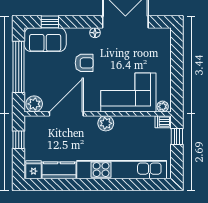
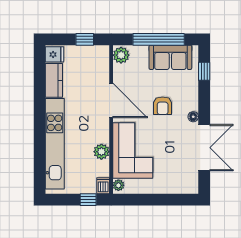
sofa: (45, 40) -> (170, 57), moved, turned -90
door: (66, 114) -> (111, 100), moved
plant: (106, 123) -> (101, 152), moved

